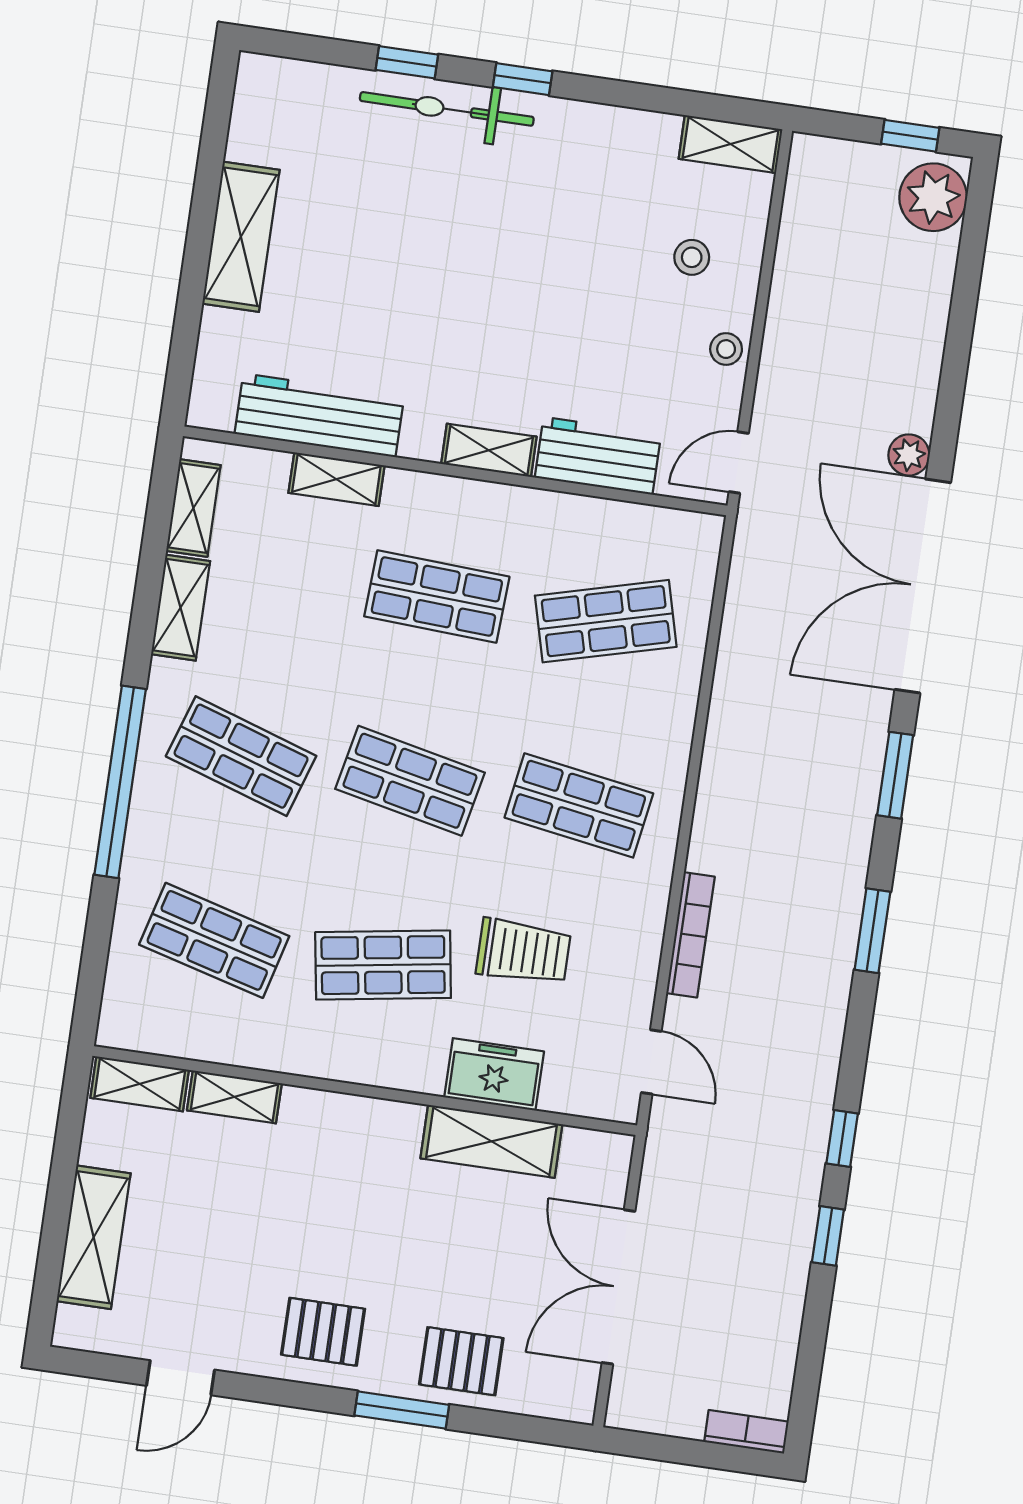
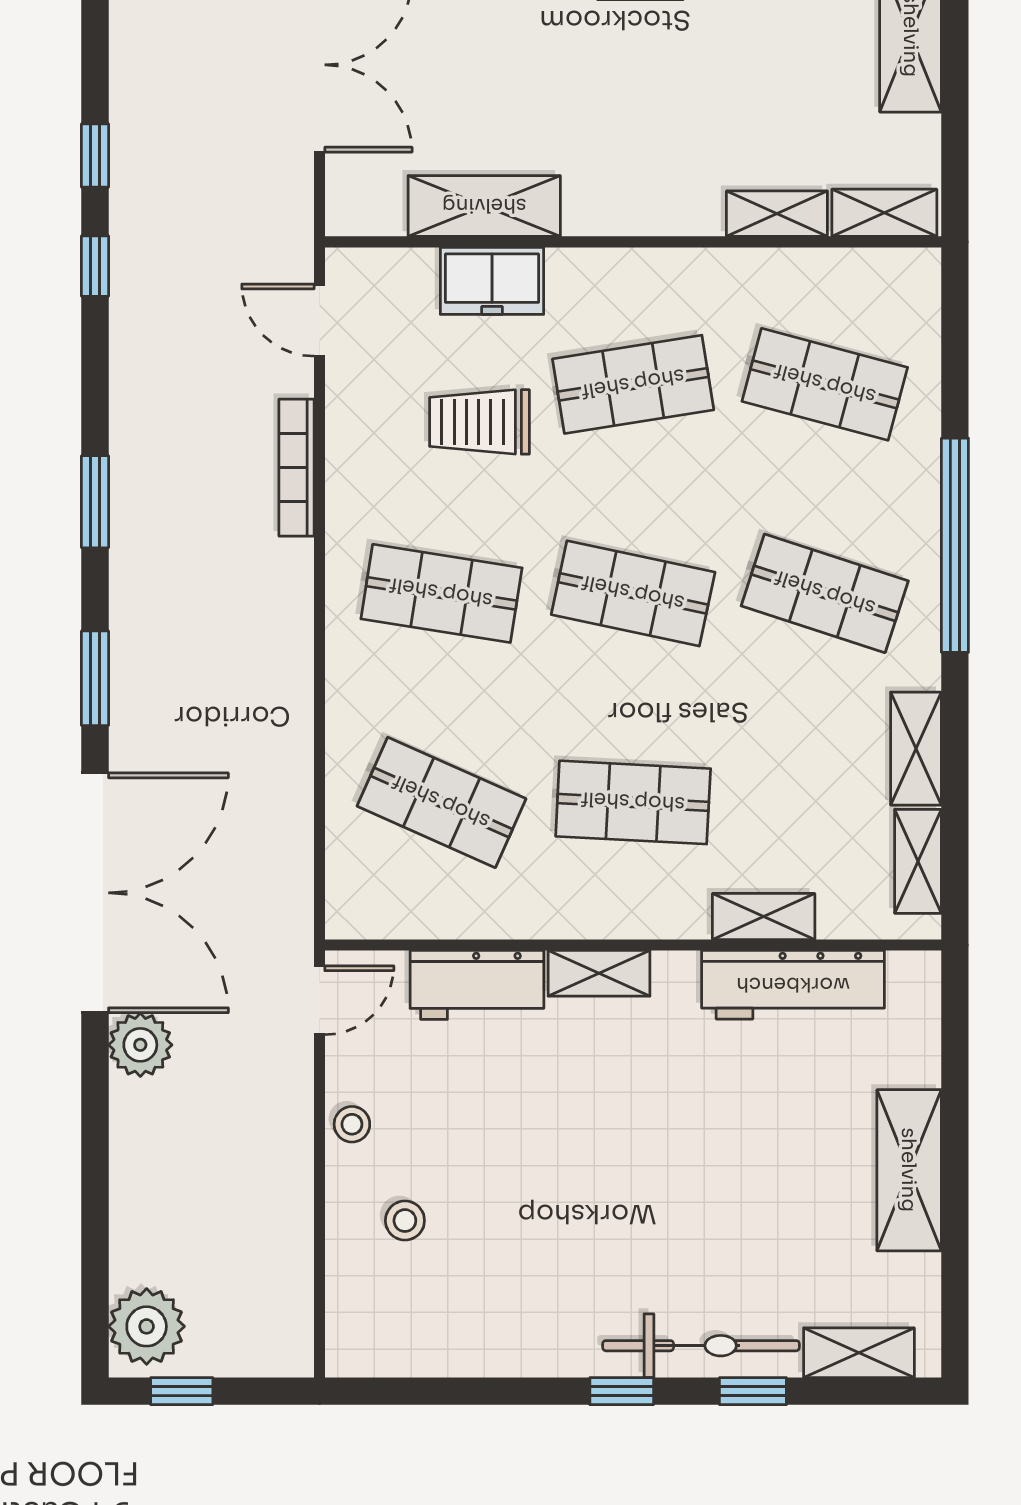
shelving: (731, 144) -> (859, 1353), moved
plant: (909, 455) -> (140, 1045), width x1.38, depth x1.38
shop shelf: (606, 621) -> (441, 802), turned 39

